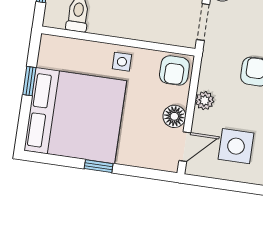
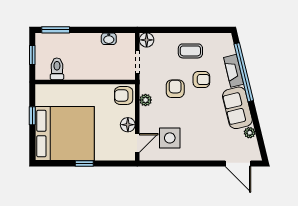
side table: (122, 62) -> (89, 95), removed
armchair: (174, 70) -> (124, 96), turned 90
plant: (205, 101) -> (146, 100), moved

